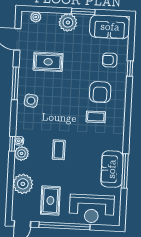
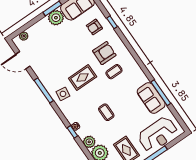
plant: (68, 22) -> (56, 18), moved
rug: (48, 62) -> (83, 77), moved
armchair: (100, 92) -> (104, 53), turned -89
plant: (21, 153) -> (89, 142), moved

